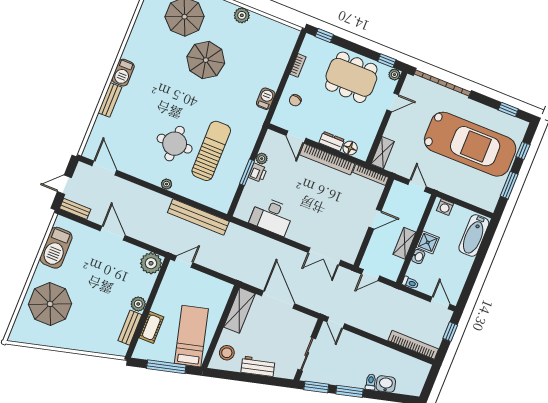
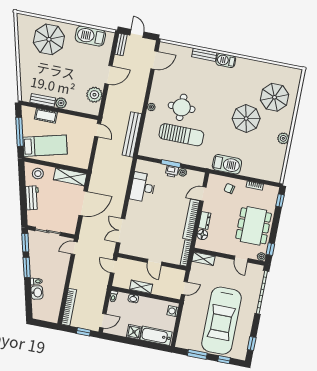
barbecue: (266, 99) -> (227, 164), width x1.88, depth x1.53
shower: (428, 242) -> (134, 332), moved
plant: (151, 263) -> (94, 95), moved

